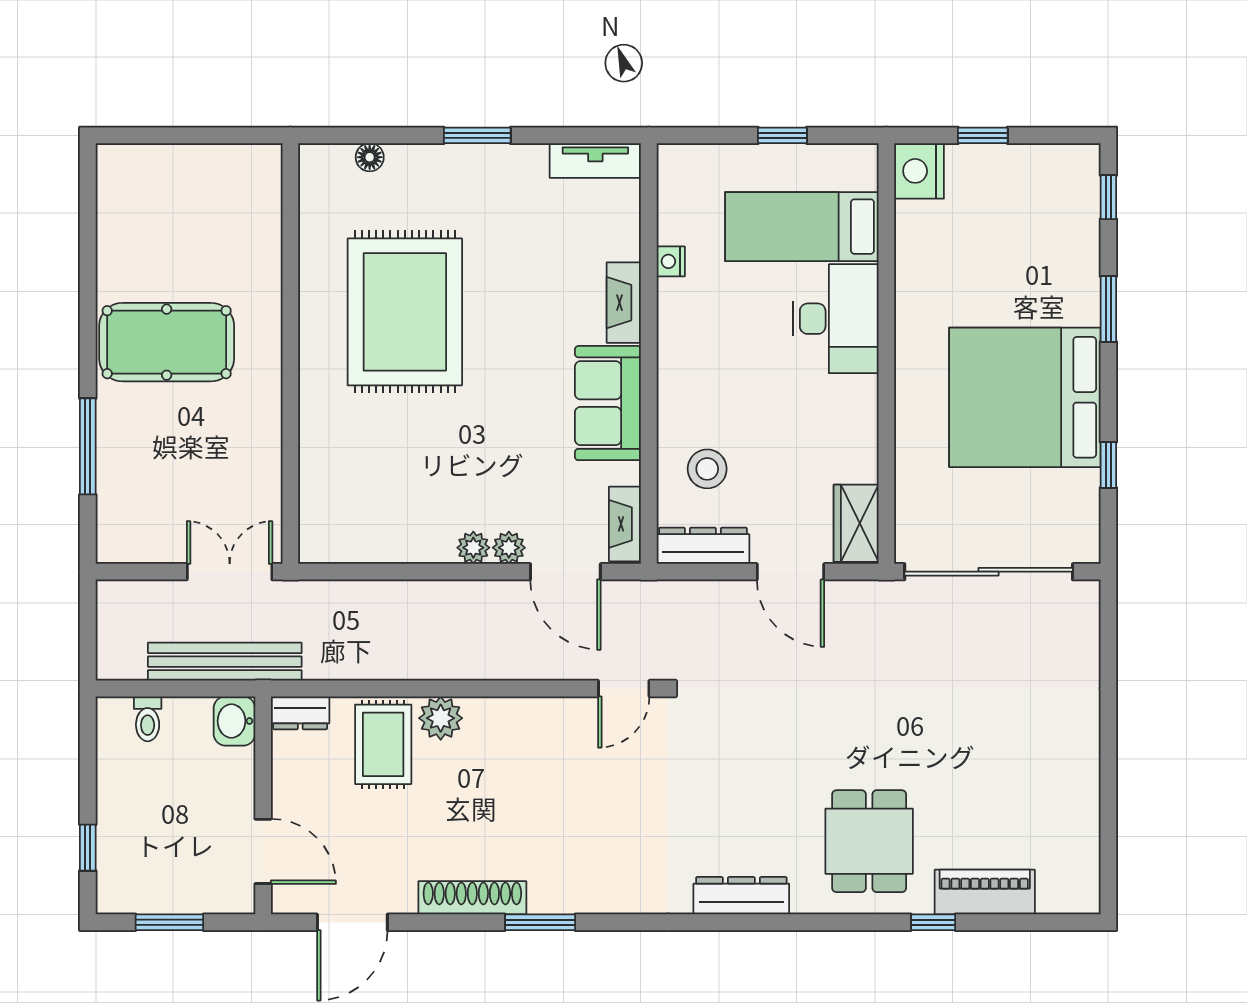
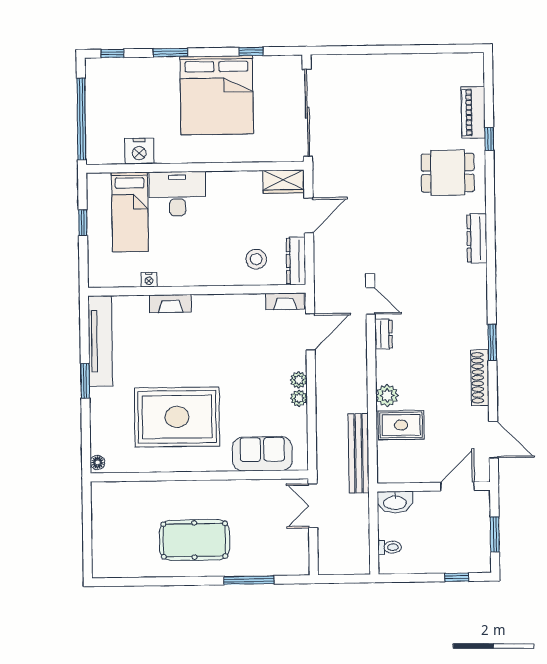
window: (983, 135) -> (81, 119), width x3.17
floor lamp: (370, 157) -> (98, 462), moved
tv unit: (595, 161) -> (100, 341), width x1.92, depth x1.29
nightstand: (919, 171) -> (139, 151), moved
pool table: (167, 342) -> (194, 540), turned 90
sofa: (608, 403) -> (262, 454), moved, turned 180
plant: (509, 548) -> (299, 398), moved
bench: (225, 662) -> (359, 453), moved
dresser: (300, 713) -> (383, 334), moved
washbasin: (234, 721) -> (395, 502), width x1.38

